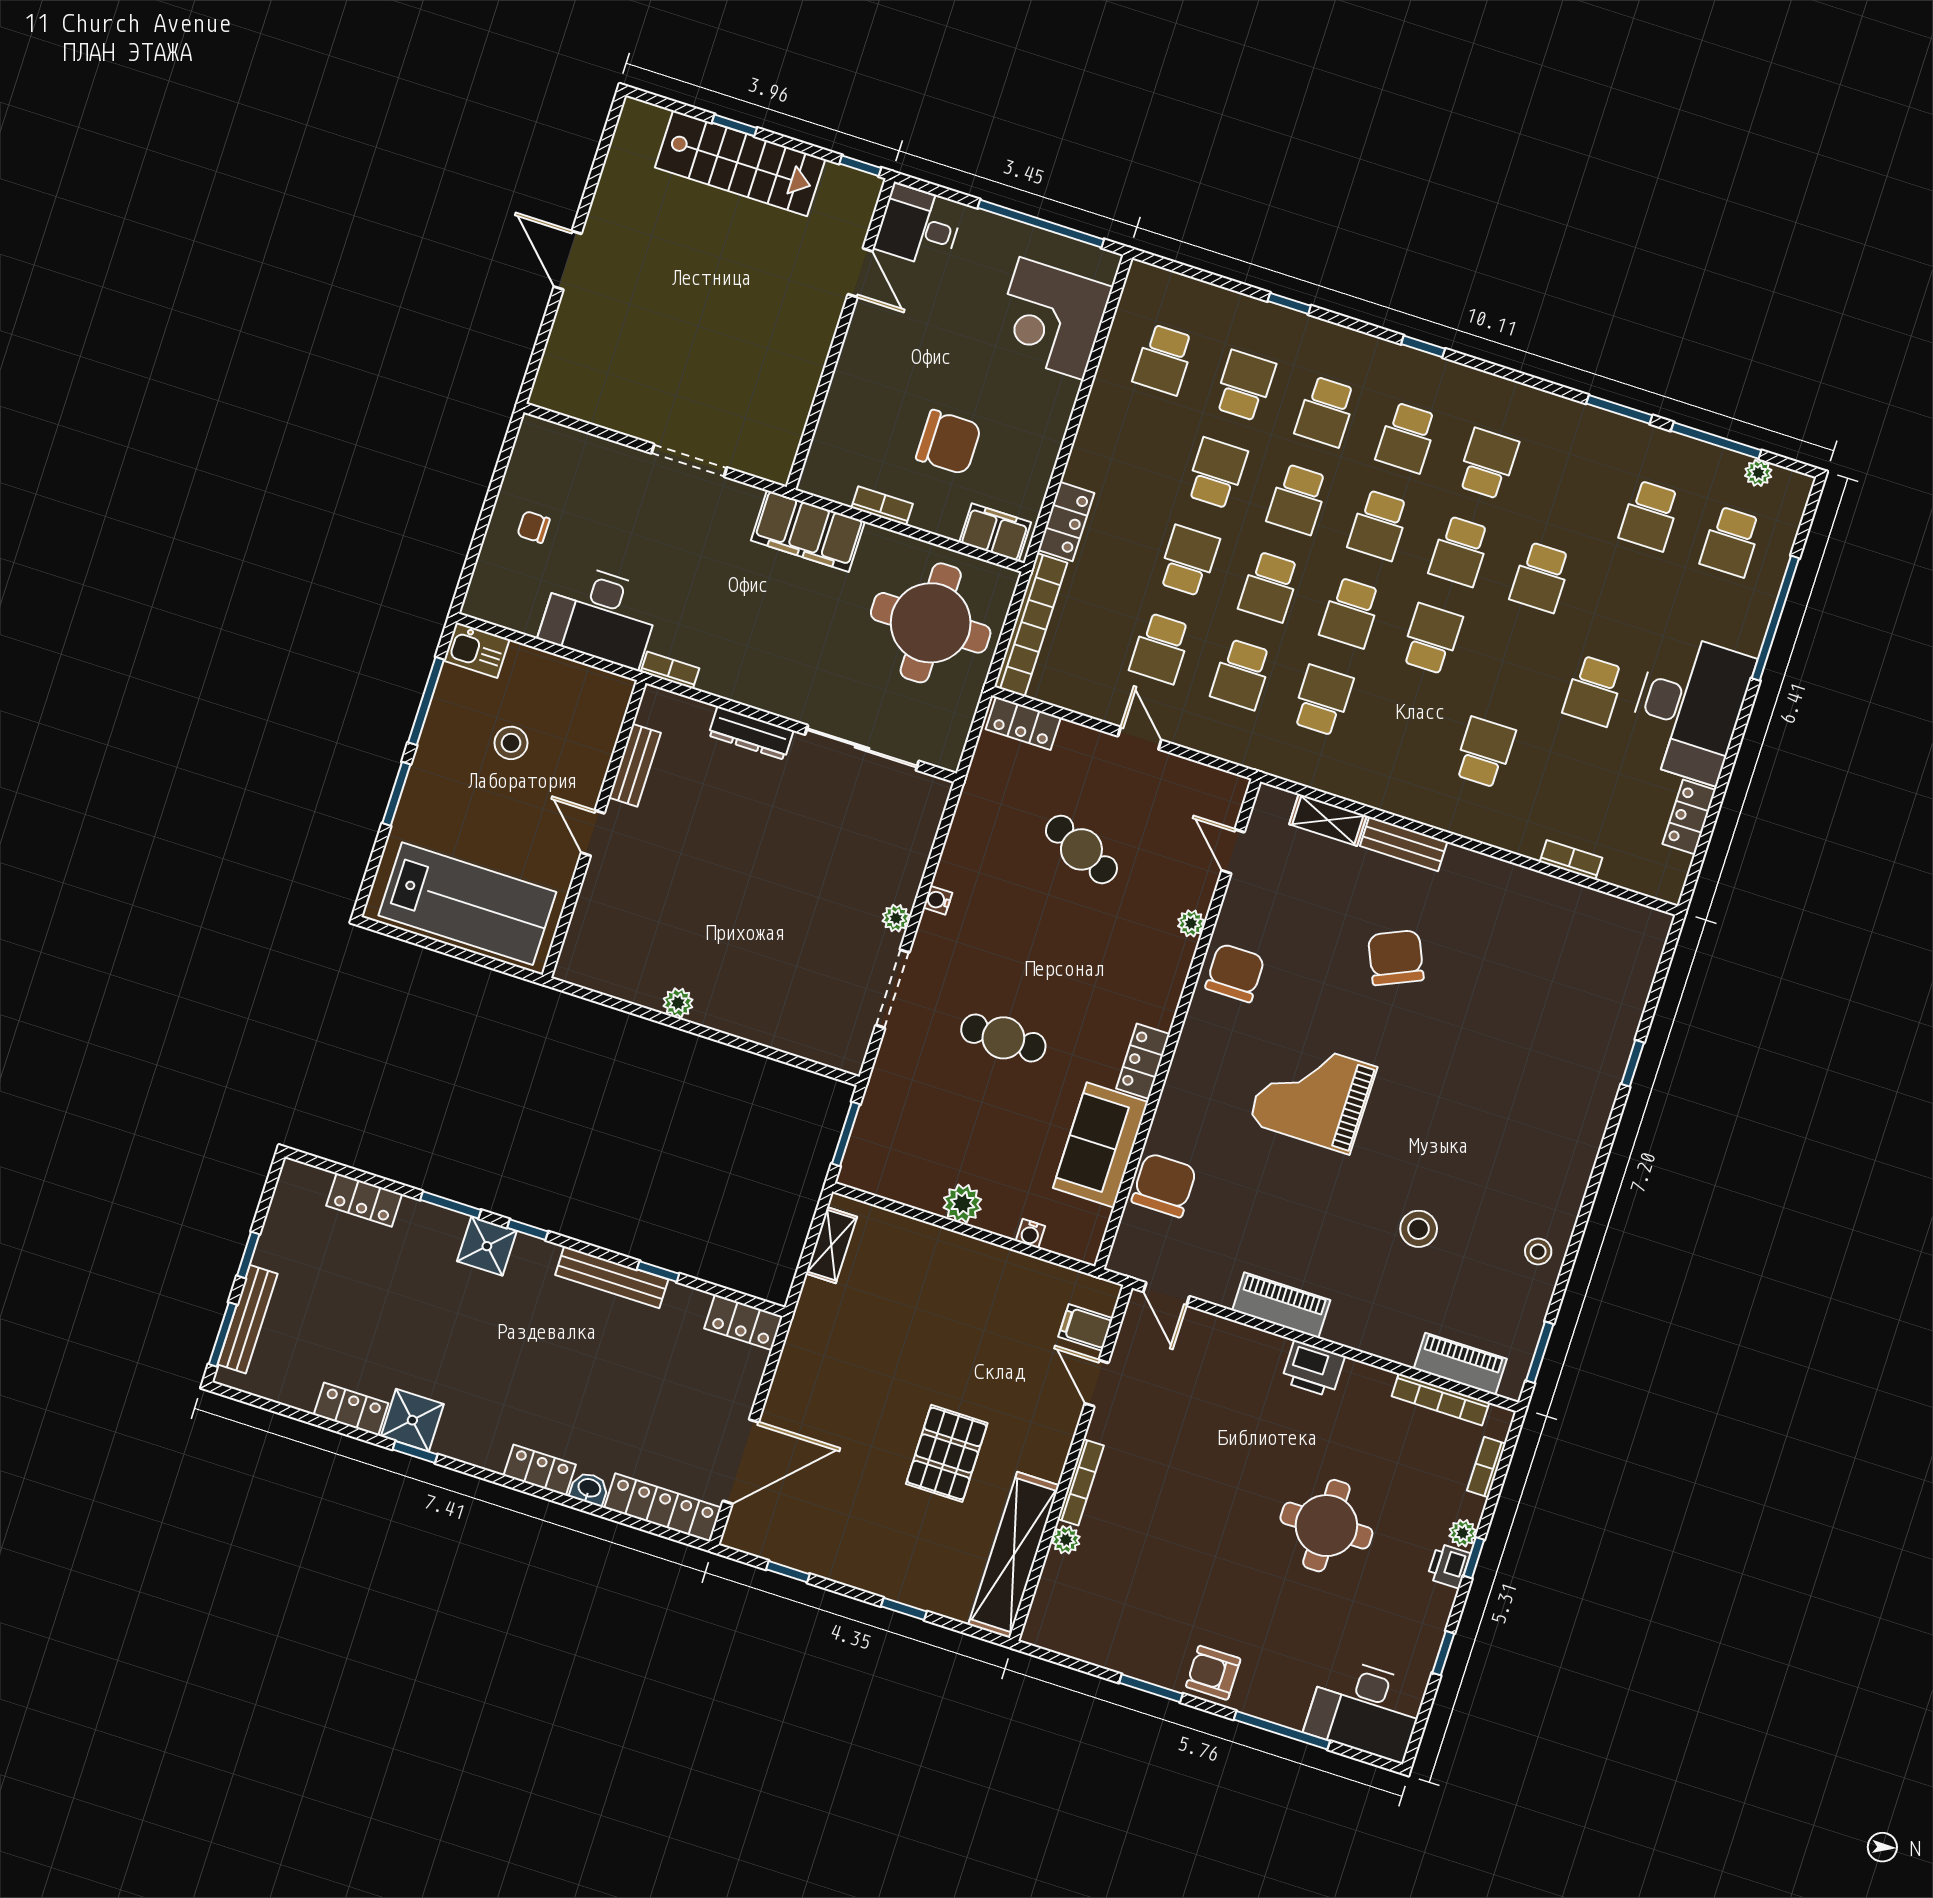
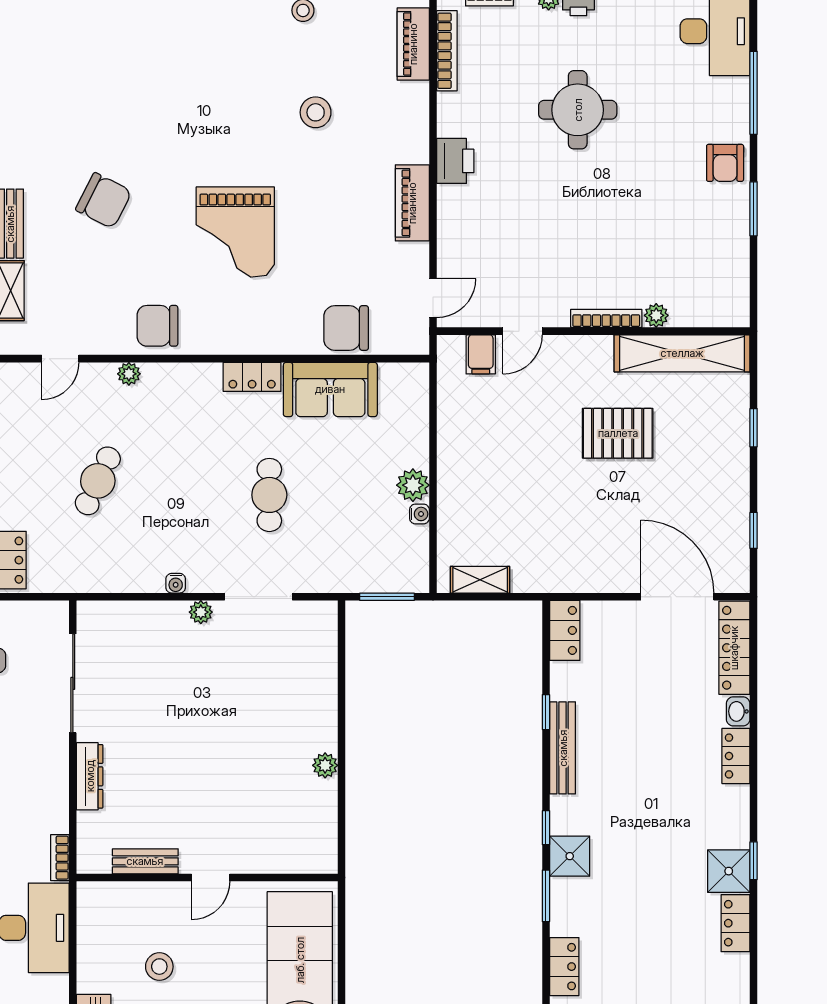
chair: (1396, 958) -> (104, 201), turned -129
water cooler: (1030, 1233) -> (419, 514), moved

